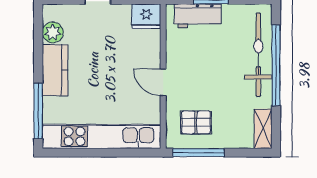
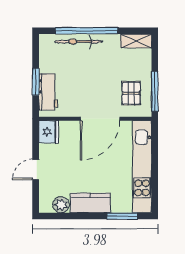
bicycle: (258, 55) -> (78, 42), width x0.73, depth x0.71
door: (163, 82) -> (100, 119), width x1.88
window: (38, 111) -> (122, 216), width x0.69

